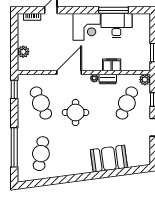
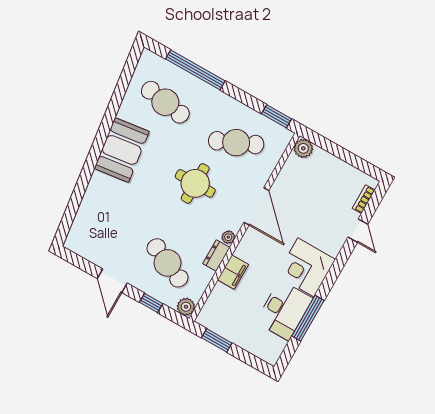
plant: (23, 52) -> (303, 148), moved
booth: (109, 159) -> (122, 150), moved

